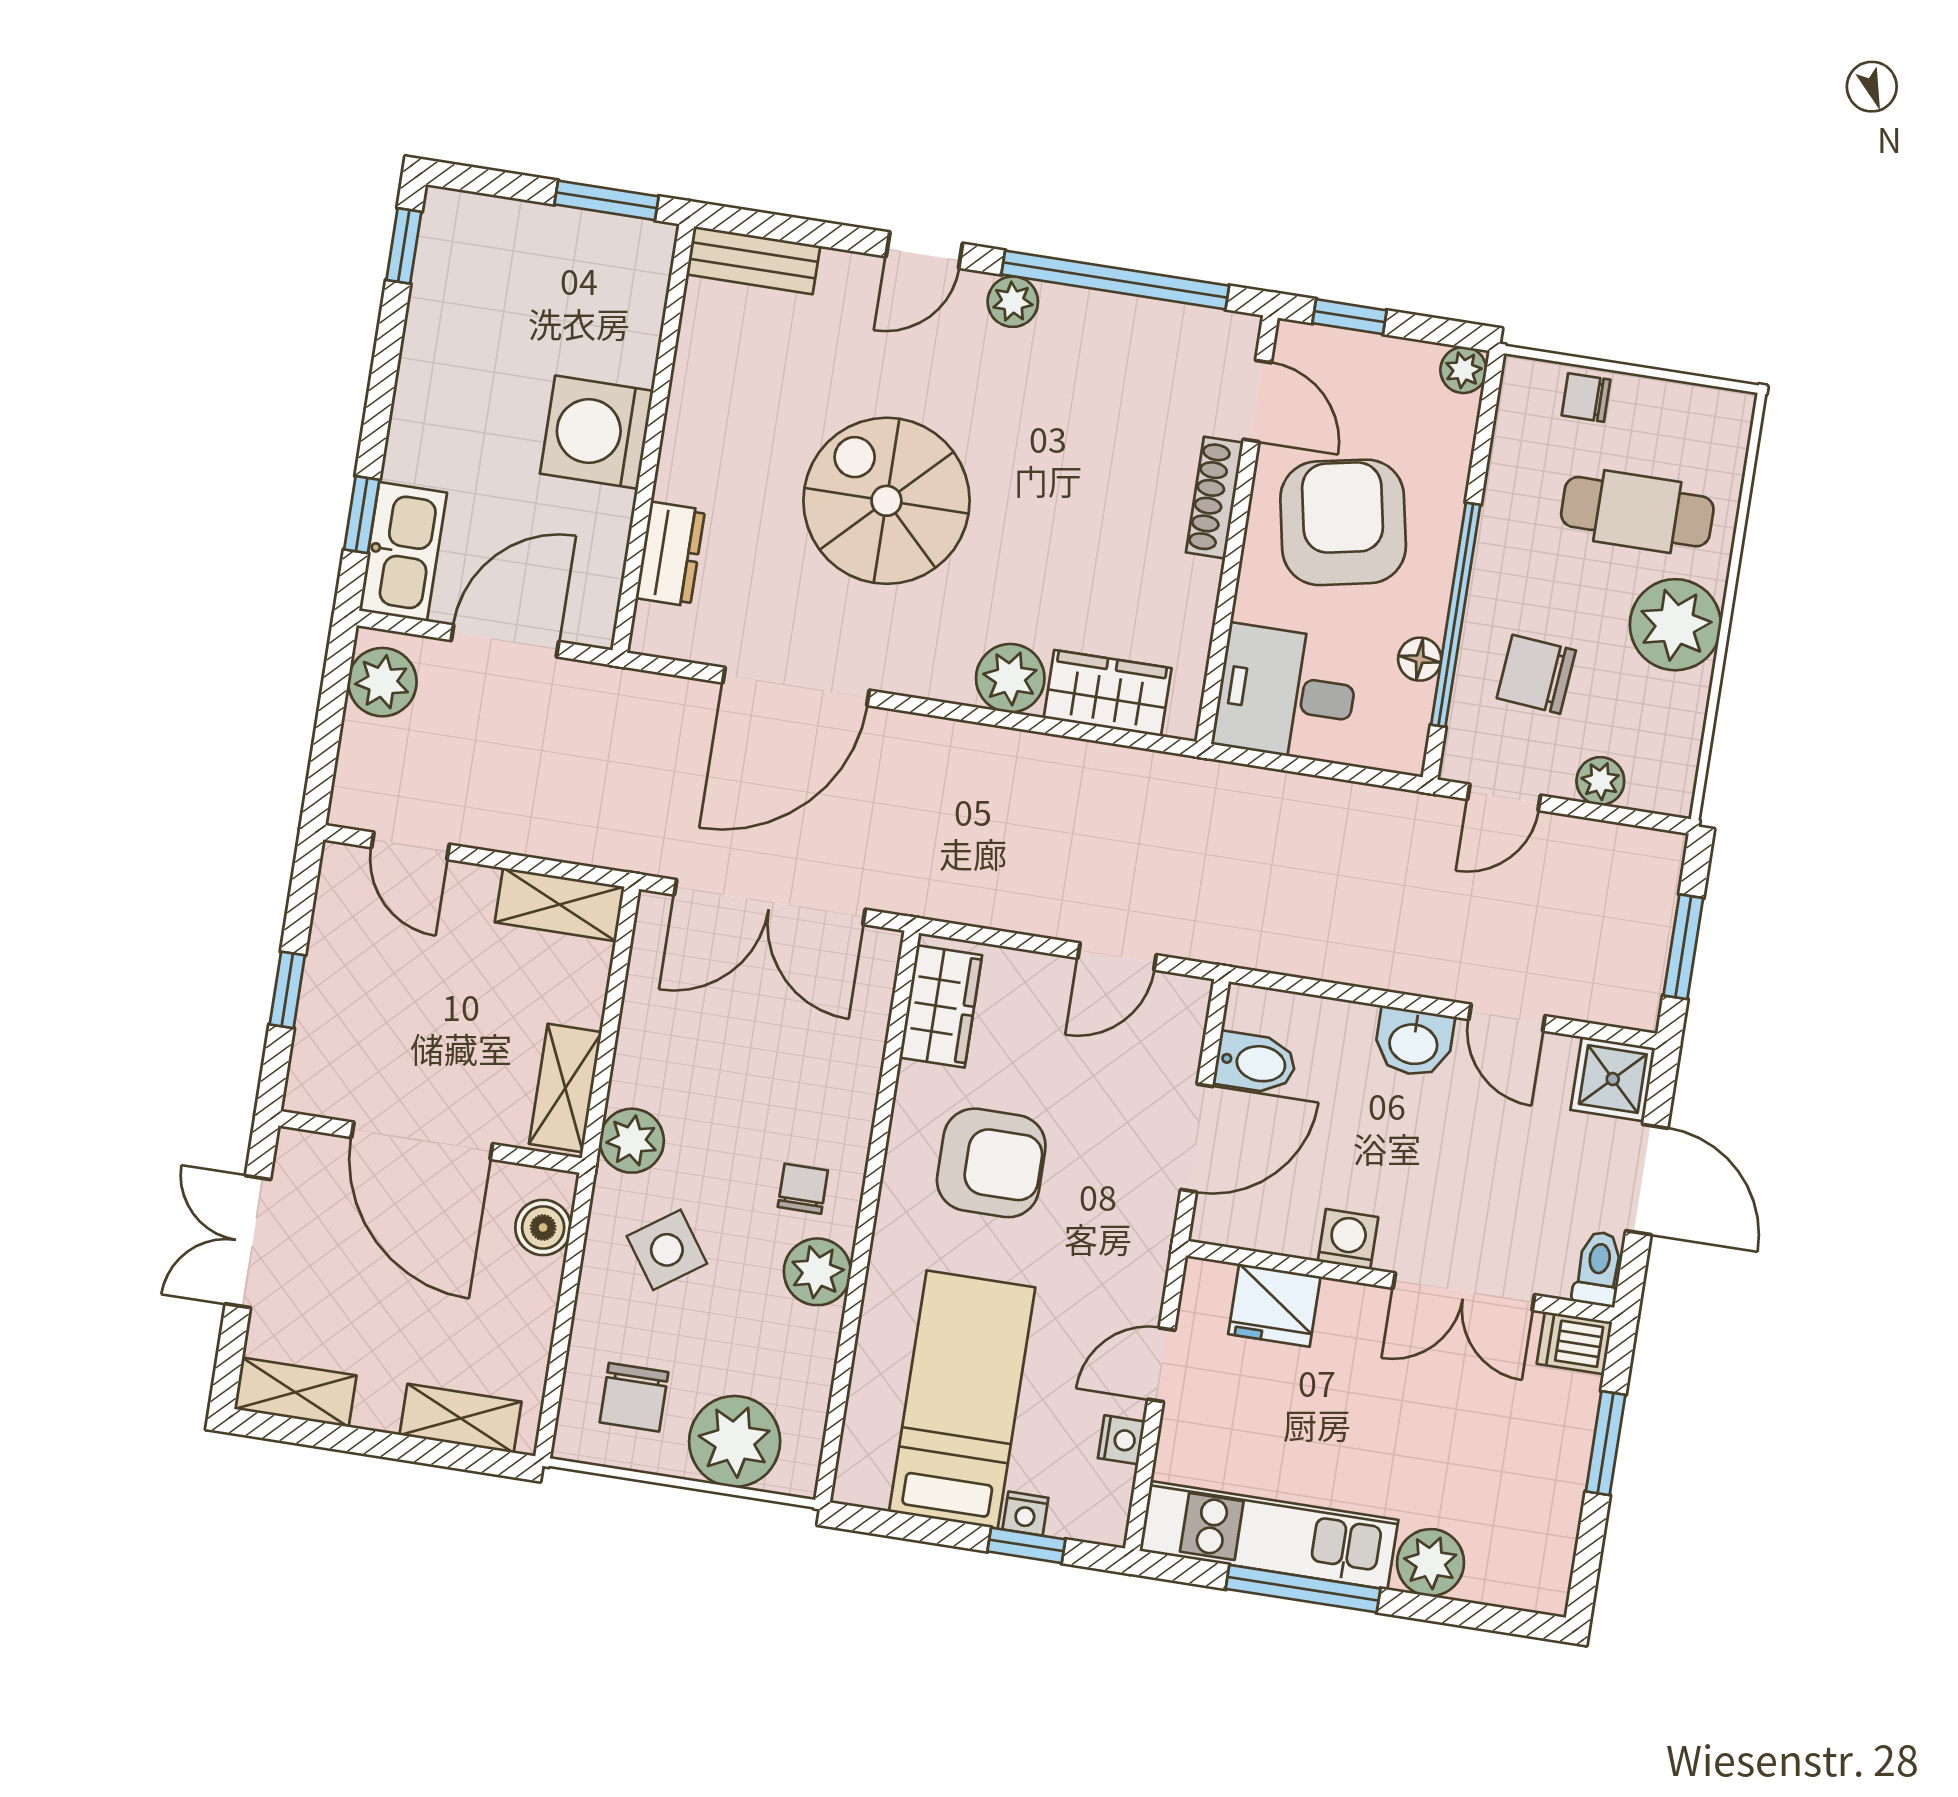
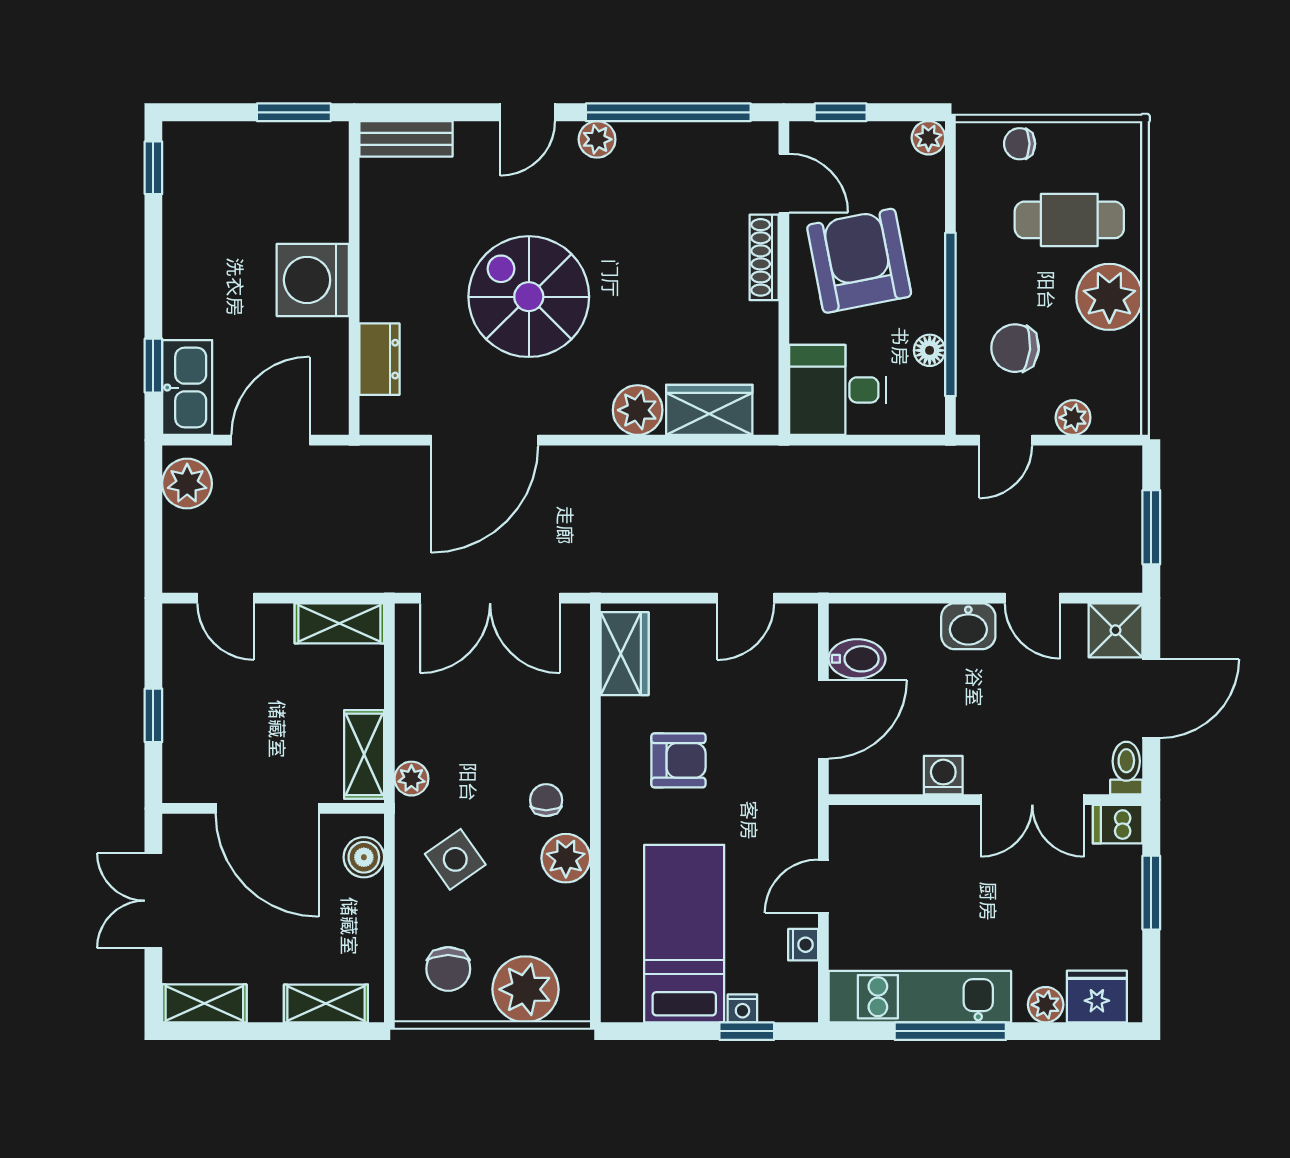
plant: (632, 1141) -> (411, 779), width x0.73, depth x0.73
armchair: (991, 1163) -> (678, 760), width x0.72, depth x0.72
door: (1647, 1179) -> (1151, 699), hinge flipped
fridge: (1274, 1305) -> (1097, 997), moved, turned 180
plant: (1430, 1563) -> (1046, 1005), width x0.73, depth x0.73

